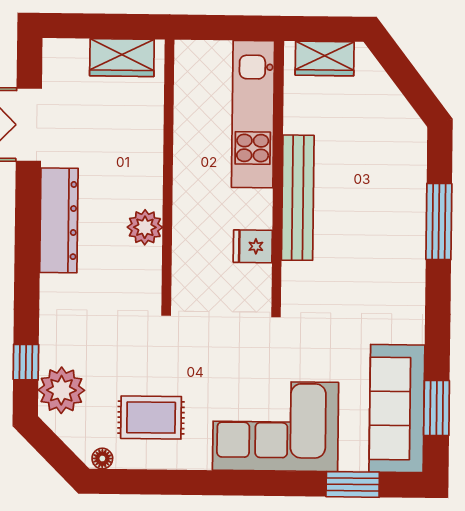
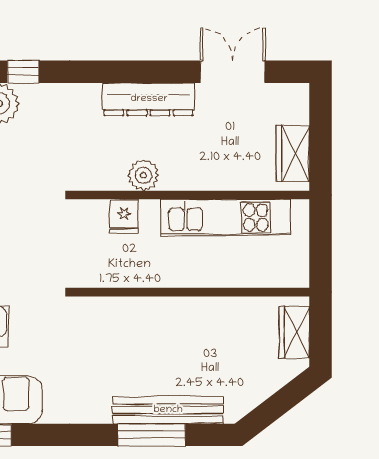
kitchen unit: (253, 114) -> (226, 218), moved, turned 180
bench: (298, 198) -> (168, 410), moved
fridge: (253, 246) -> (124, 216), moved, turned 180

